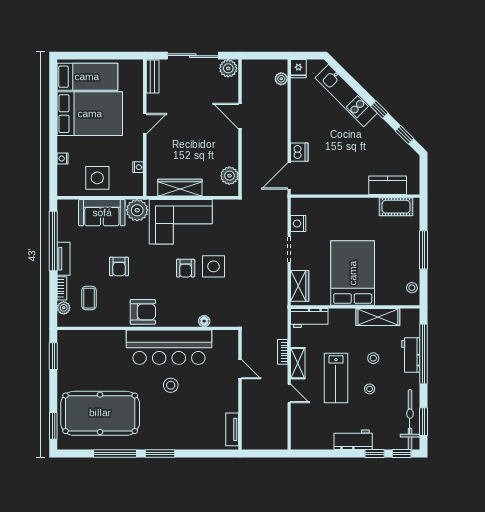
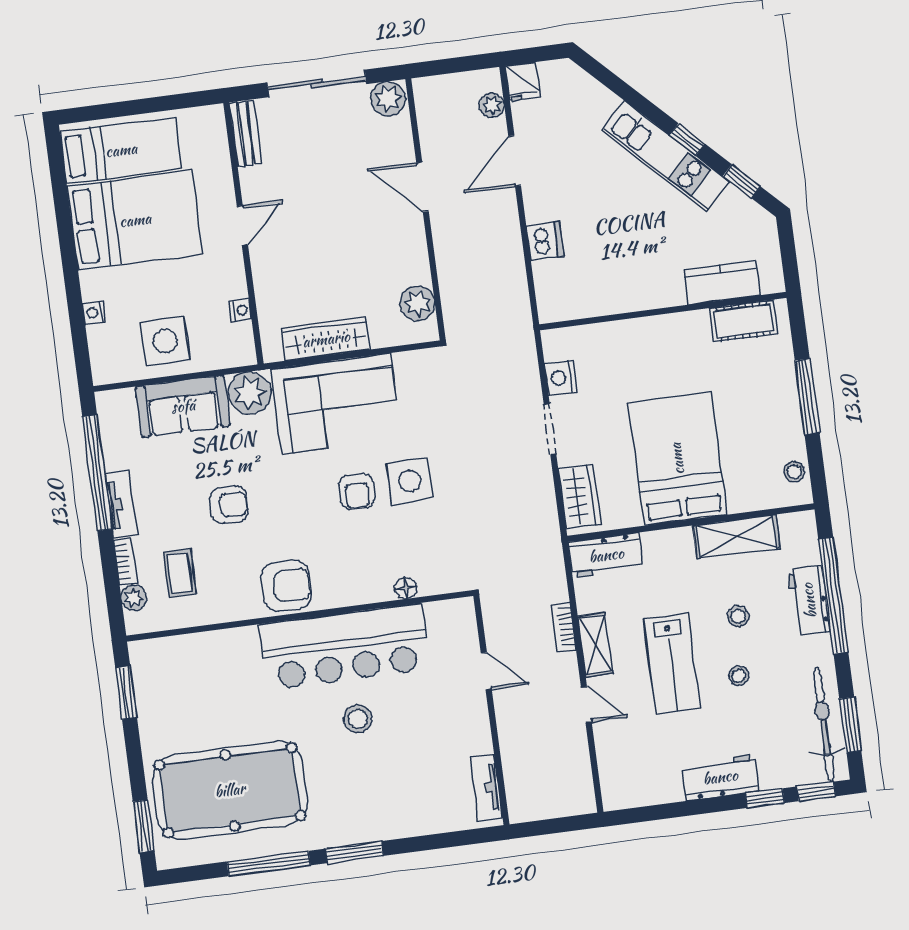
kitchen unit: (346, 96) -> (665, 156), moved
door: (289, 176) -> (515, 161), moved
armchair: (119, 266) -> (229, 505), turned -90

